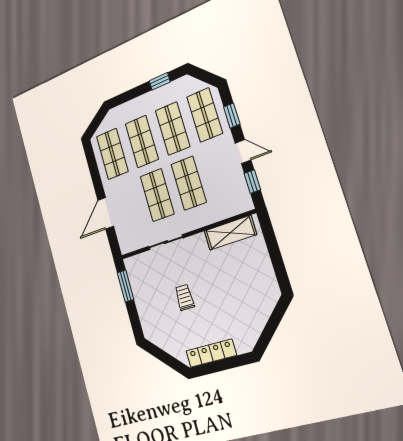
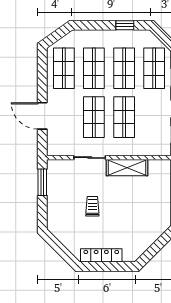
door: (106, 213) -> (42, 116), hinge flipped
shelving: (230, 233) -> (127, 168), moved

